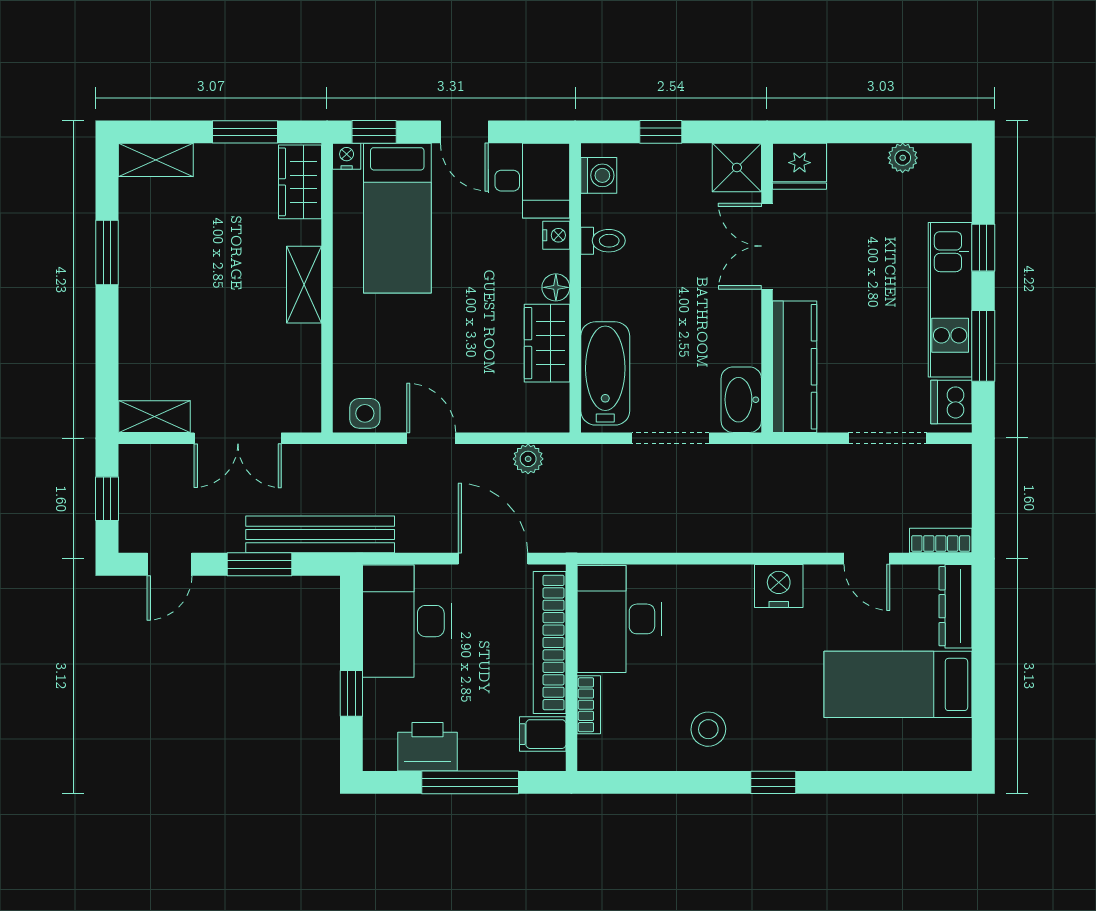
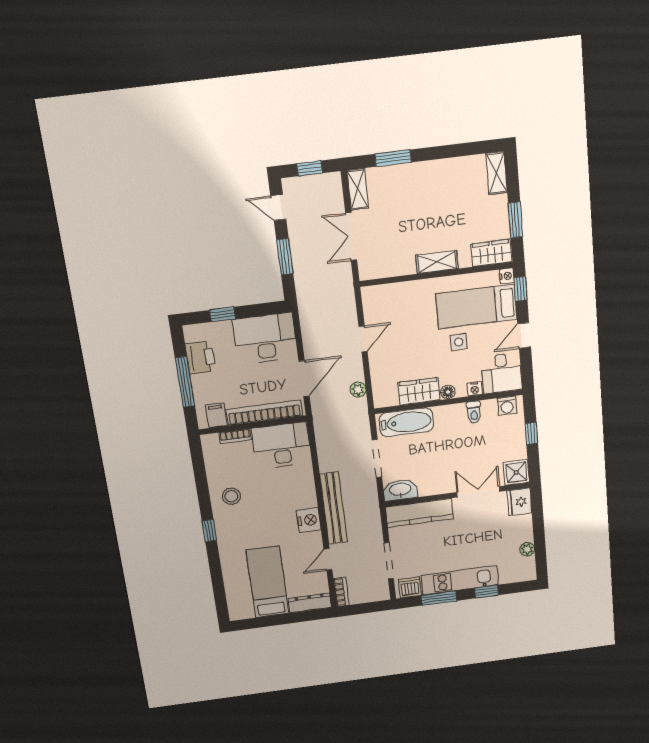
window: (107, 252) -> (393, 158), moved
side table: (365, 413) -> (459, 342), moved
bench: (320, 534) -> (334, 508), moved

